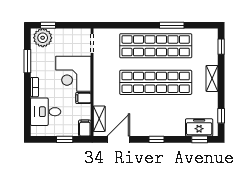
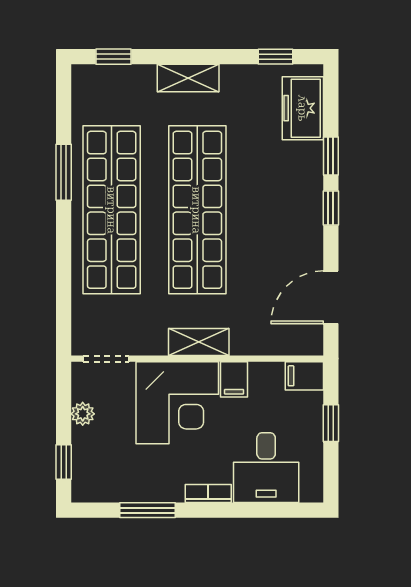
plant: (43, 38) -> (83, 414), moved, width x0.53, depth x0.53
shelving: (99, 119) -> (199, 342), moved
door: (118, 139) -> (331, 297), hinge flipped
window: (200, 139) -> (331, 156), moved

